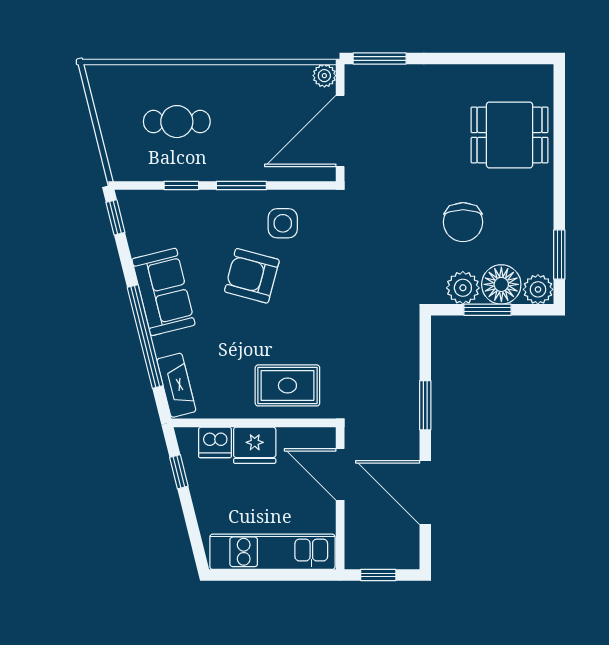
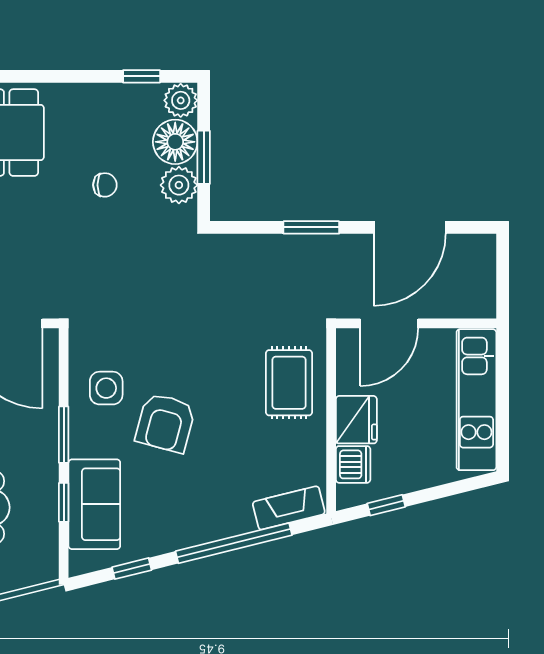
window: (115, 217) -> (132, 569), moved
chair: (463, 222) -> (105, 185), width x0.54, depth x0.54
window: (559, 255) -> (142, 76), width x0.67
sofa: (163, 292) -> (94, 504), moved, turned 104
window: (378, 575) -> (503, 281), removed

